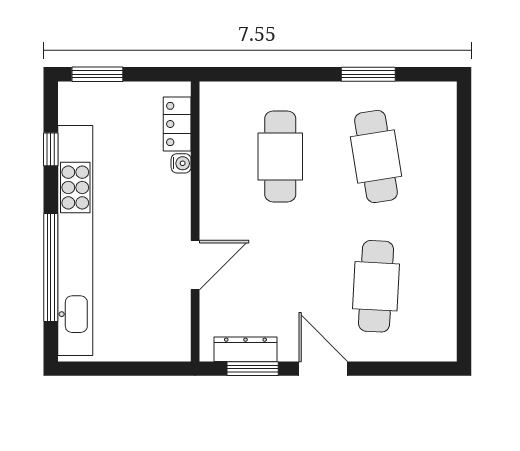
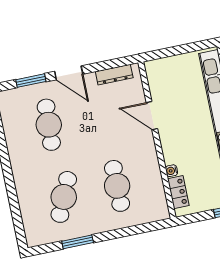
cafe table: (376, 156) -> (64, 197), turned 33
door: (195, 265) -> (152, 116), hinge flipped
window: (253, 369) -> (31, 81), moved

